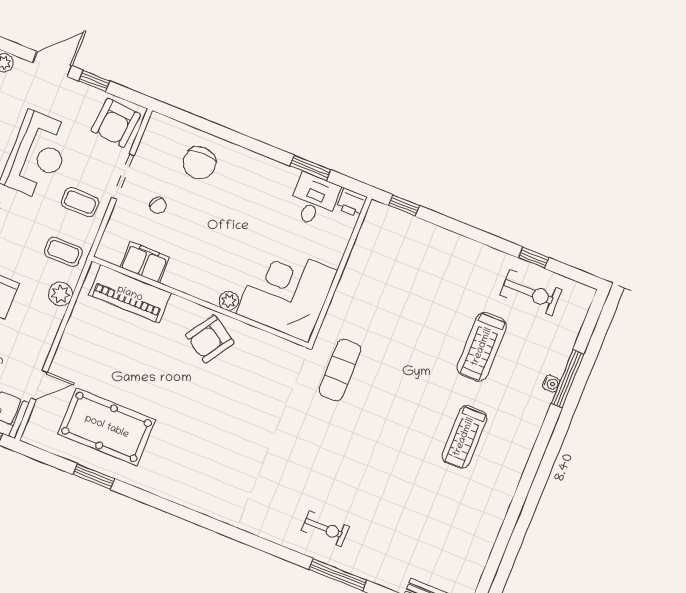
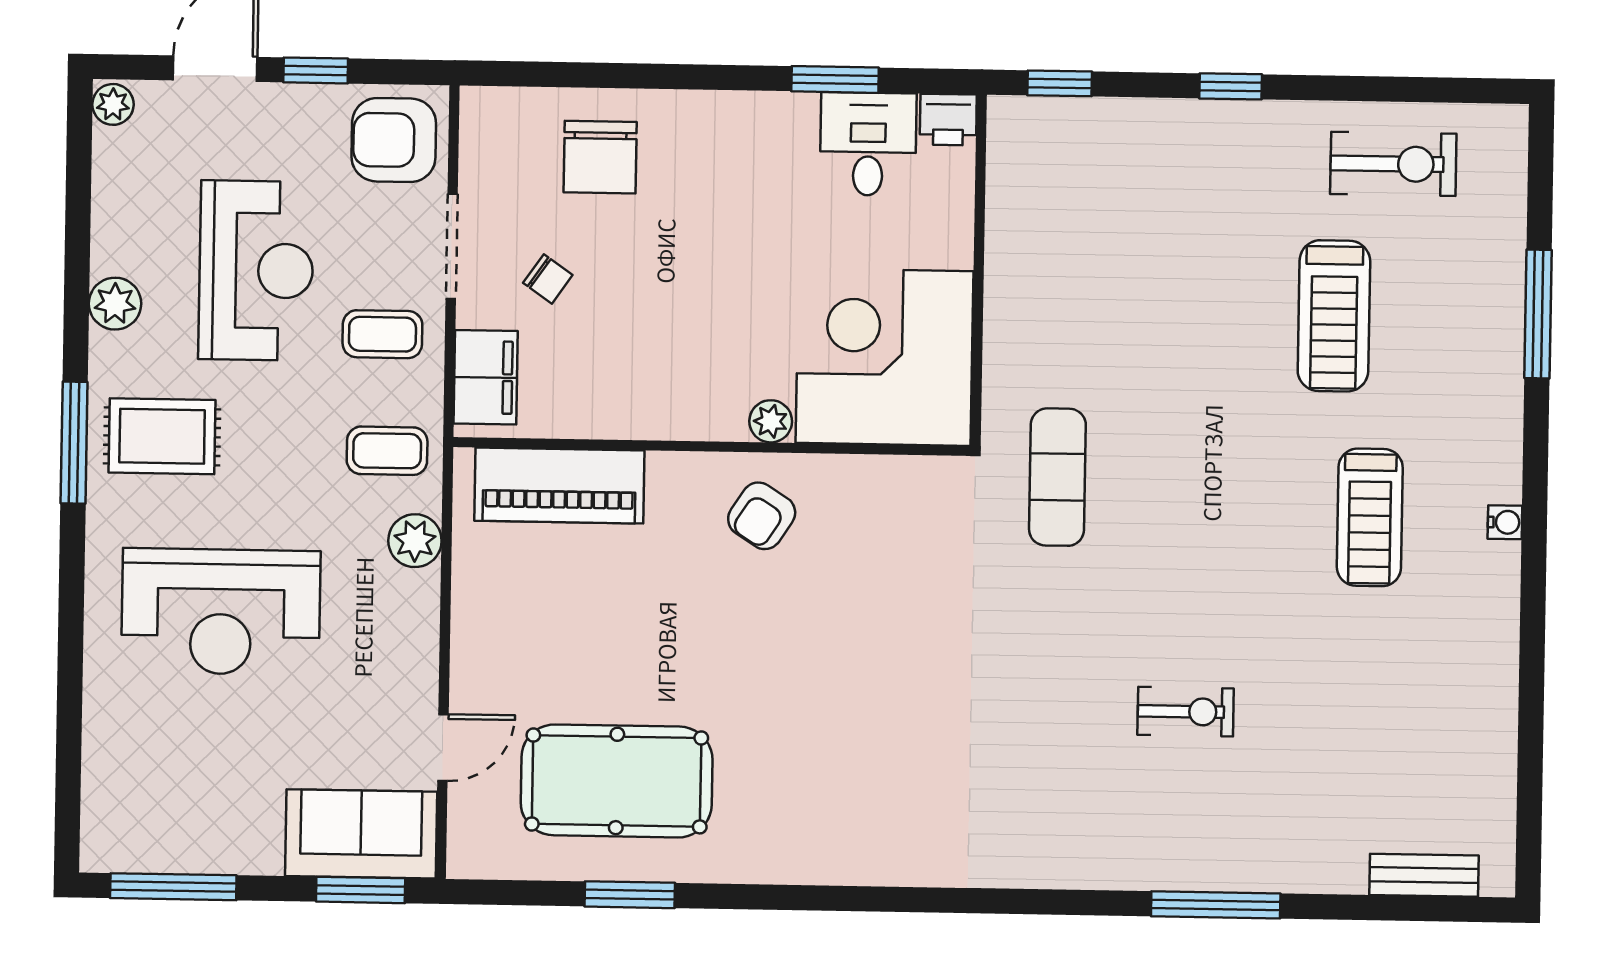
armchair: (116, 123) -> (394, 140), turned 85
window: (534, 258) -> (1231, 86), moved
filing cabinet: (145, 262) -> (486, 377), moved, turned 90
armchair: (210, 339) -> (762, 516), width x0.72, depth x0.72
water cooler: (551, 384) -> (1505, 522), moved
exercise bike: (325, 528) -> (1186, 712), moved

